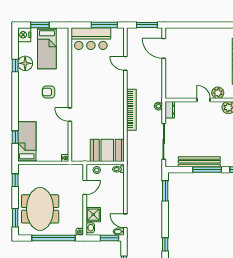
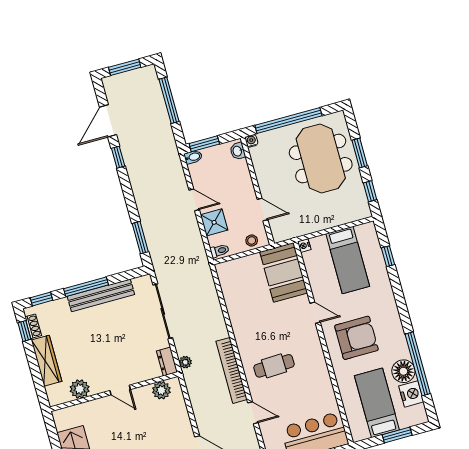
nightstand: (24, 35) -> (411, 394), moved
window: (15, 66) -> (418, 364), width x3.17
cafe table: (104, 89) -> (274, 366), added
armchair: (48, 92) -> (356, 338), width x1.88, depth x1.88
plant: (218, 93) -> (161, 390), moved
bookcase: (131, 110) -> (231, 370), moved
bed: (27, 142) -> (348, 260), moved
booth: (107, 150) -> (284, 272), moved, turned 90
door: (85, 187) -> (262, 210), swing flipped
shower: (93, 215) -> (214, 222), moved
window: (15, 218) -> (360, 153), moved
door: (125, 221) -> (194, 200), moved

